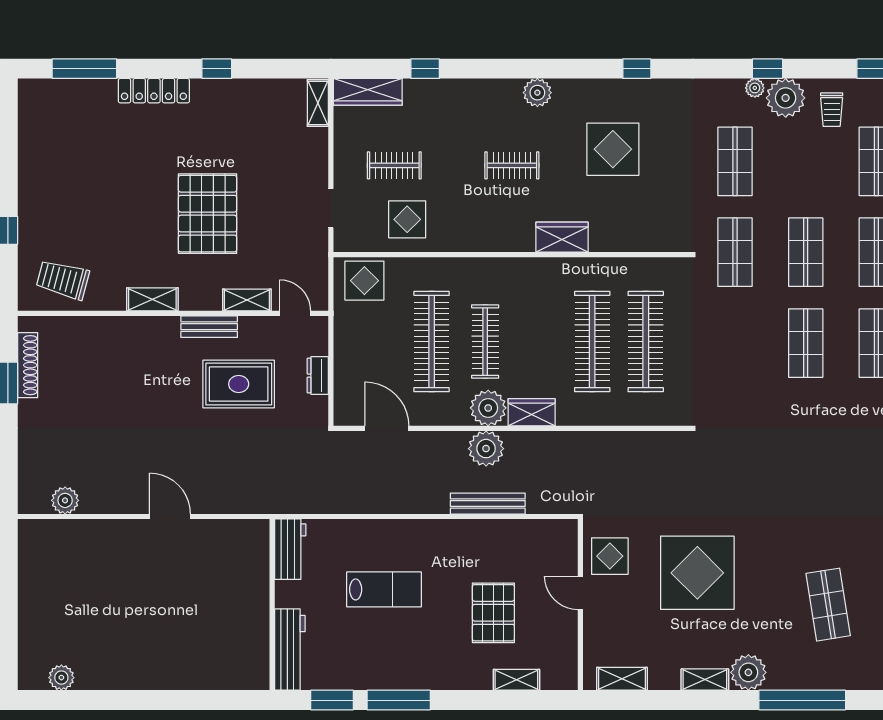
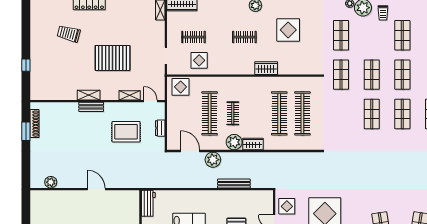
pallet: (208, 214) -> (113, 58), turned 90
trolley: (63, 280) -> (69, 34), moved
bench: (209, 327) -> (91, 107), moved
clothes rail: (485, 342) -> (233, 113), width x0.73
plant: (486, 449) -> (213, 160), moved

